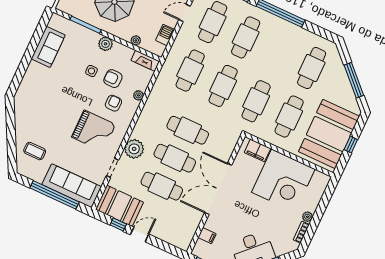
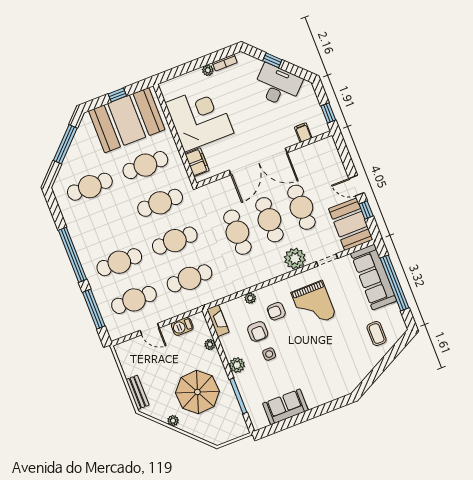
grand piano: (94, 131) -> (313, 304), turned 180

